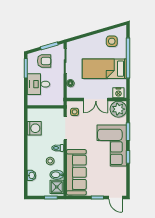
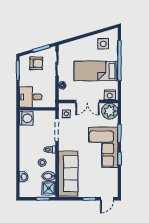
desk: (38, 84) -> (31, 97), moved
washing machine: (34, 128) -> (26, 118), moved
door: (115, 198) -> (107, 199), hinge flipped

